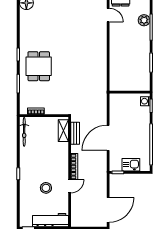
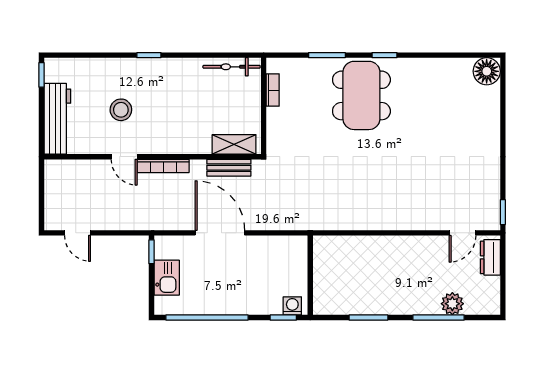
dining table: (39, 66) -> (361, 95), width x1.38
door: (108, 210) -> (78, 233), width x0.53

